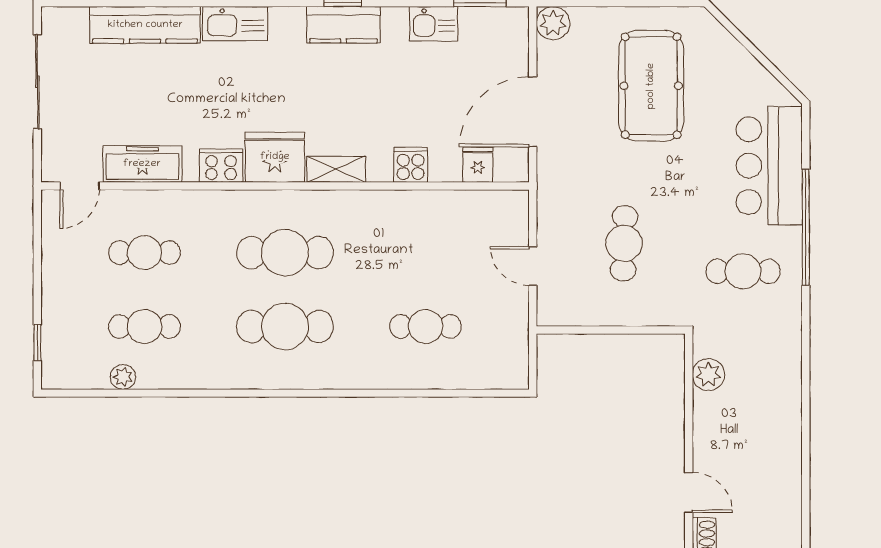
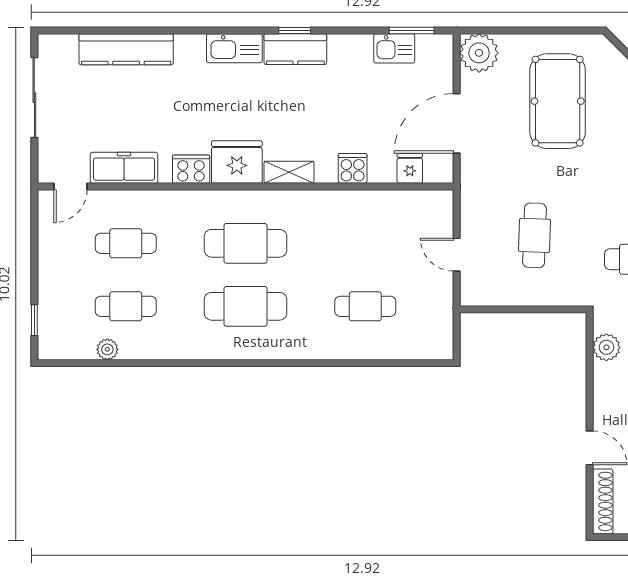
plant: (553, 23) -> (479, 53), width x1.36, depth x1.36
kitchen sink: (235, 24) -> (234, 48), moved
kitchen sink: (434, 24) -> (394, 48), moved

